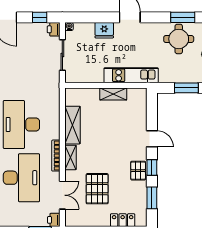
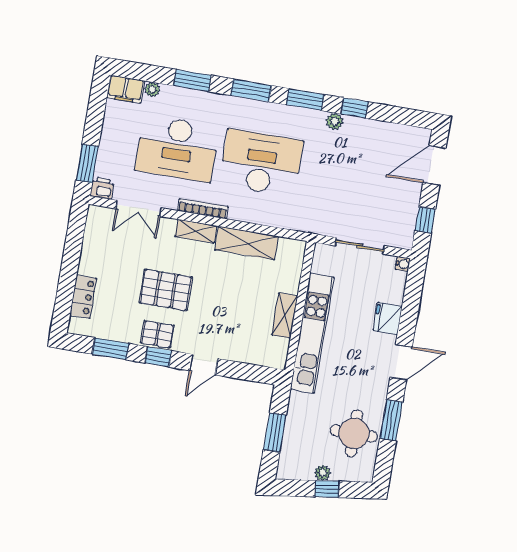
window: (183, 17) -> (391, 420), moved
printer: (54, 29) -> (403, 239), removed
kitchen unit: (131, 75) -> (312, 333), width x1.36
pallet: (97, 189) -> (166, 290), moved

